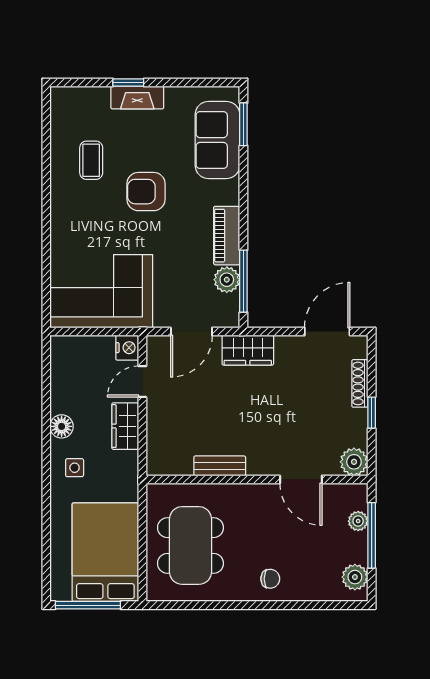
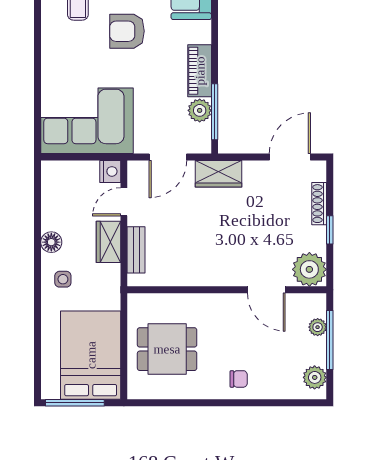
plant: (354, 462) -> (309, 269), width x1.36, depth x1.36
bench: (220, 466) -> (136, 250), moved, turned 90
dining table: (190, 545) -> (167, 349), width x0.73

